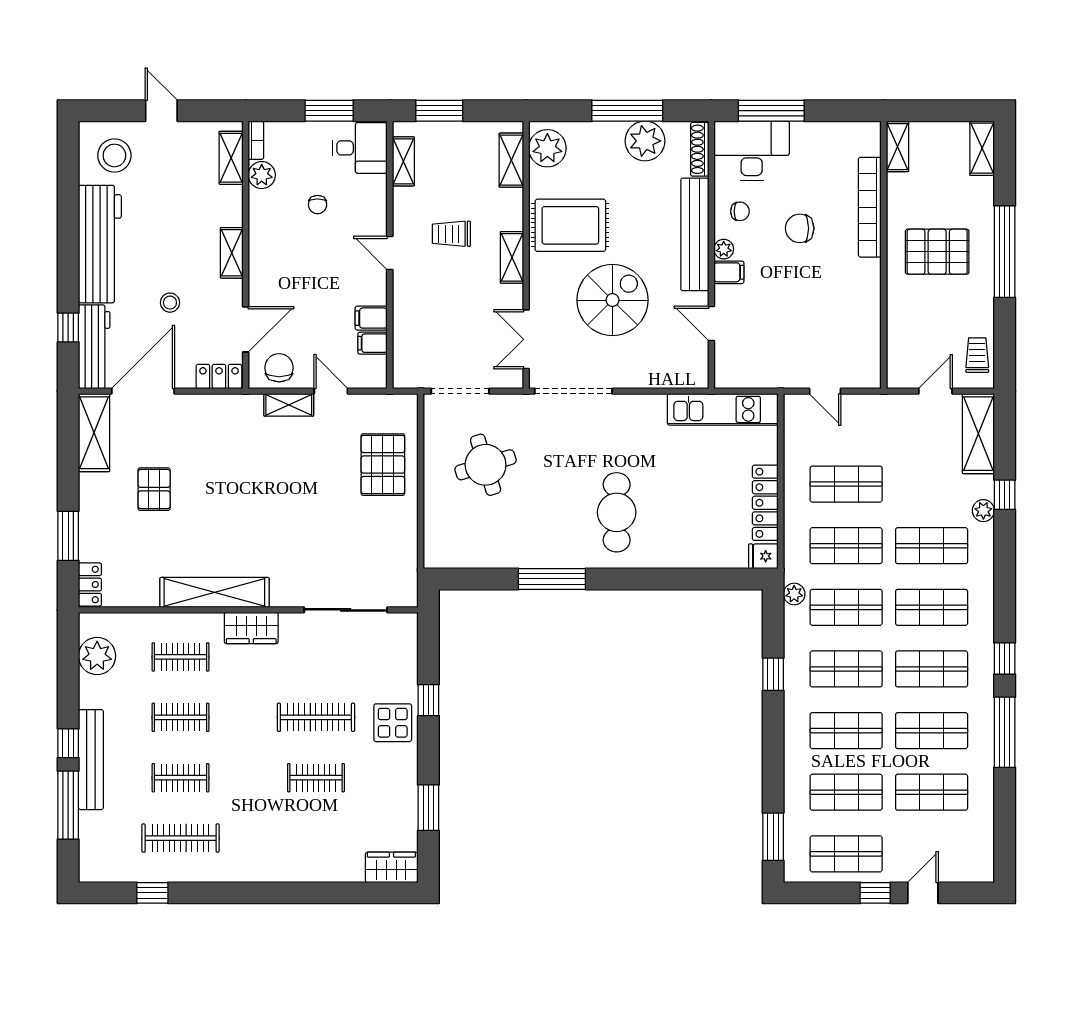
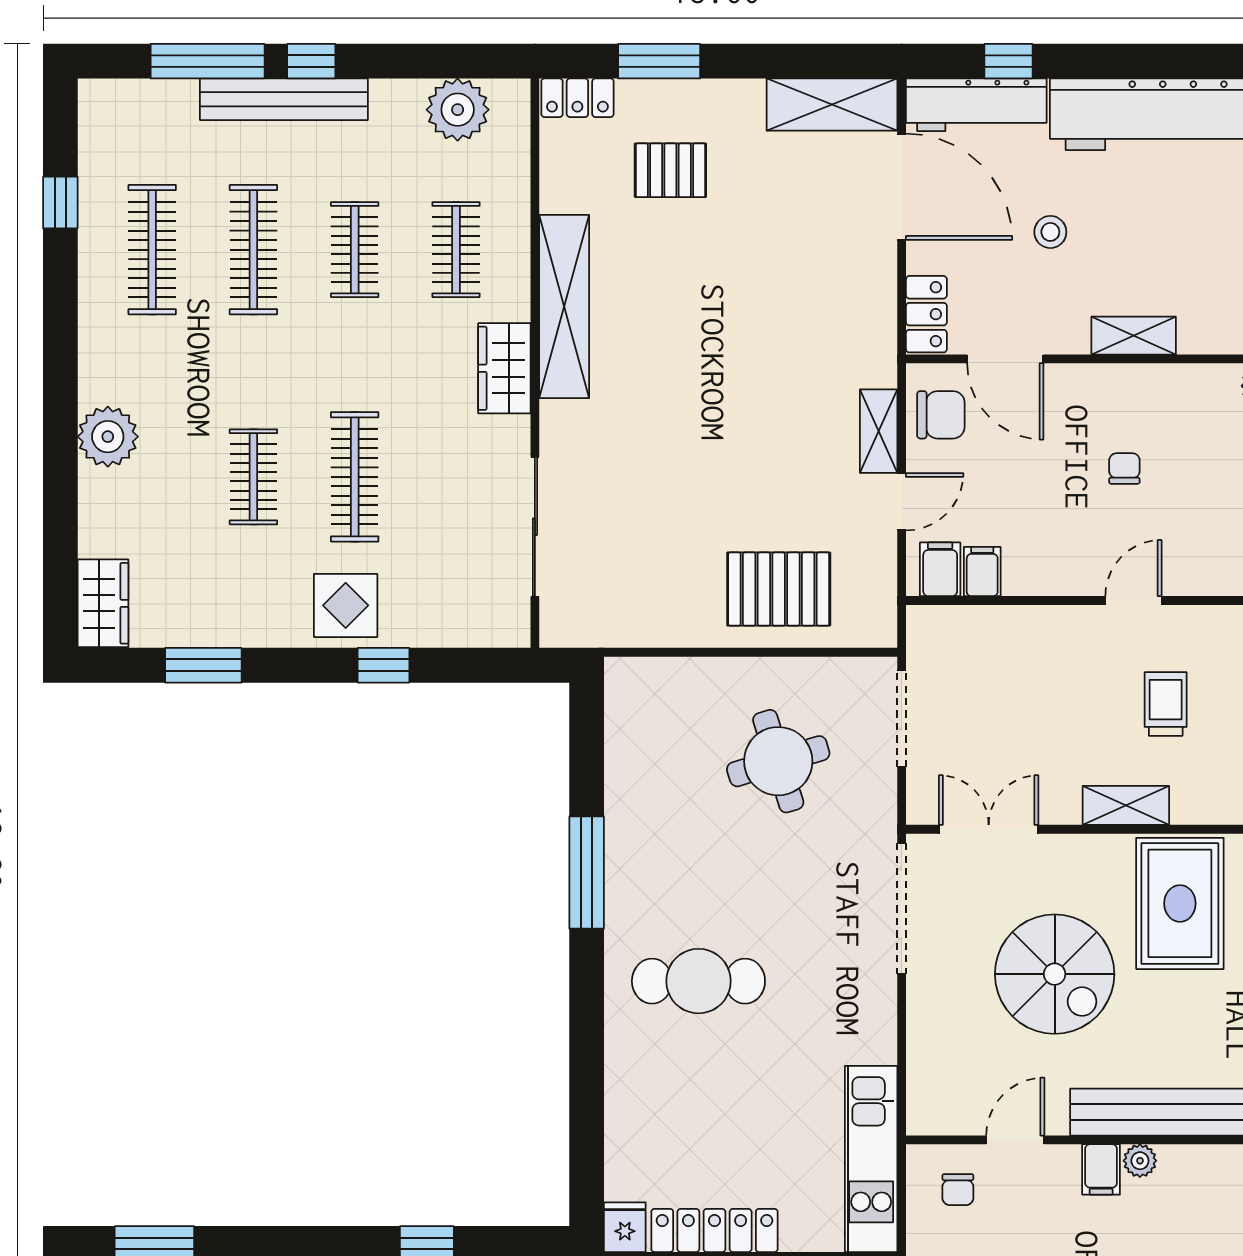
chair: (318, 205) -> (1124, 468), moved, turned 90
chair: (740, 211) -> (958, 1190), moved
filing cabinet: (371, 318) -> (940, 569), moved
pallet: (154, 489) -> (670, 170), moved
clothes rail: (181, 778) -> (253, 250), width x1.36
plant: (292, 865) -> (108, 437), added

